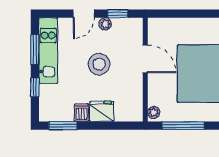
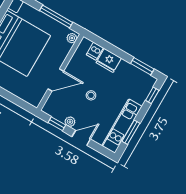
door: (145, 59) -> (56, 80), swing flipped
stool: (99, 64) -> (91, 95), width x0.53, depth x0.53
window: (35, 87) -> (152, 95), moved
dishwasher: (82, 113) -> (95, 51), moved

